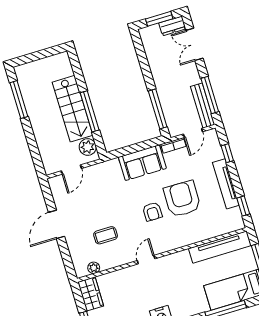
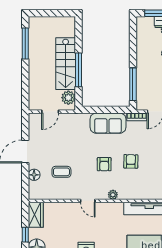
armchair: (182, 199) -> (131, 161), width x0.53, depth x0.53
floor lamp: (75, 248) -> (34, 175), added
door: (146, 260) -> (88, 201), swing flipped
plant: (94, 268) -> (113, 195), moved

